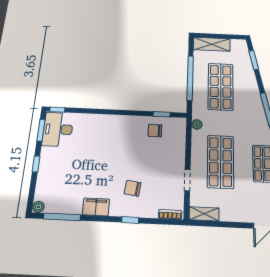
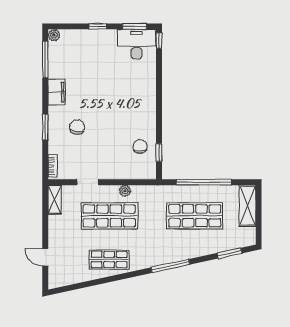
plant: (197, 124) -> (125, 191), moved
window: (130, 220) -> (45, 127), width x1.50

